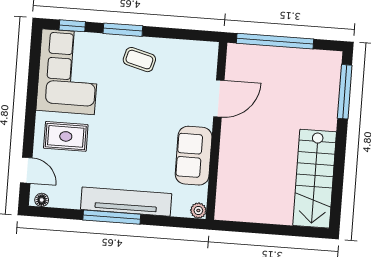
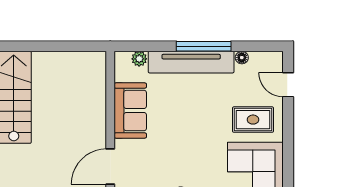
floor lamp: (42, 200) -> (242, 58), moved
plant: (198, 210) -> (139, 59), moved

